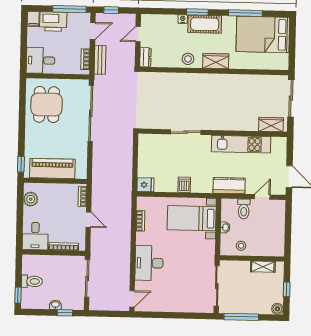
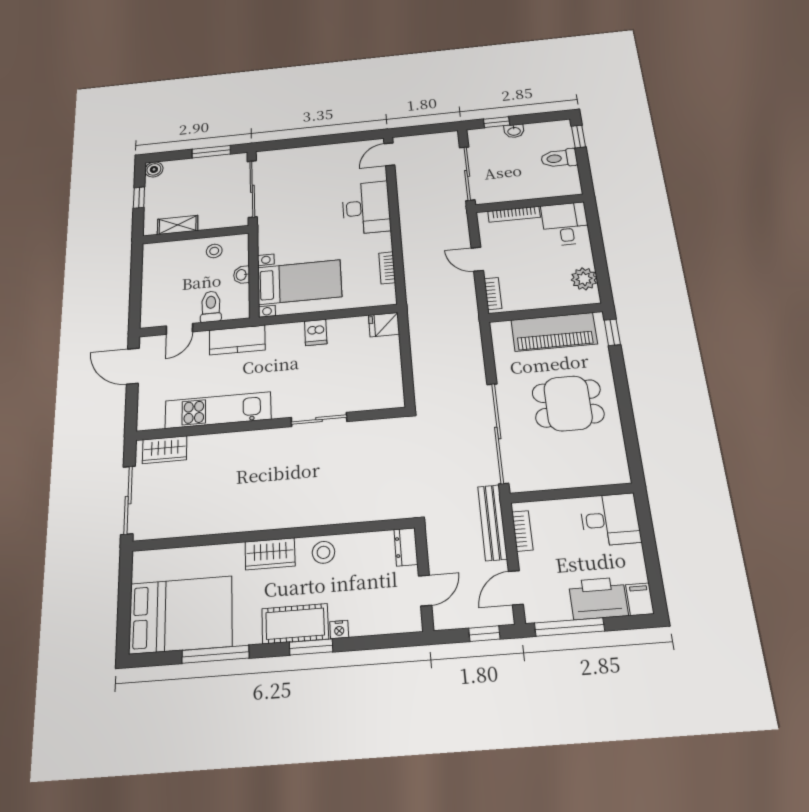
bench: (100, 60) -> (492, 523), width x1.36
dining table: (47, 105) -> (568, 403), moved, turned 90
window: (241, 317) -> (211, 152), width x0.69

